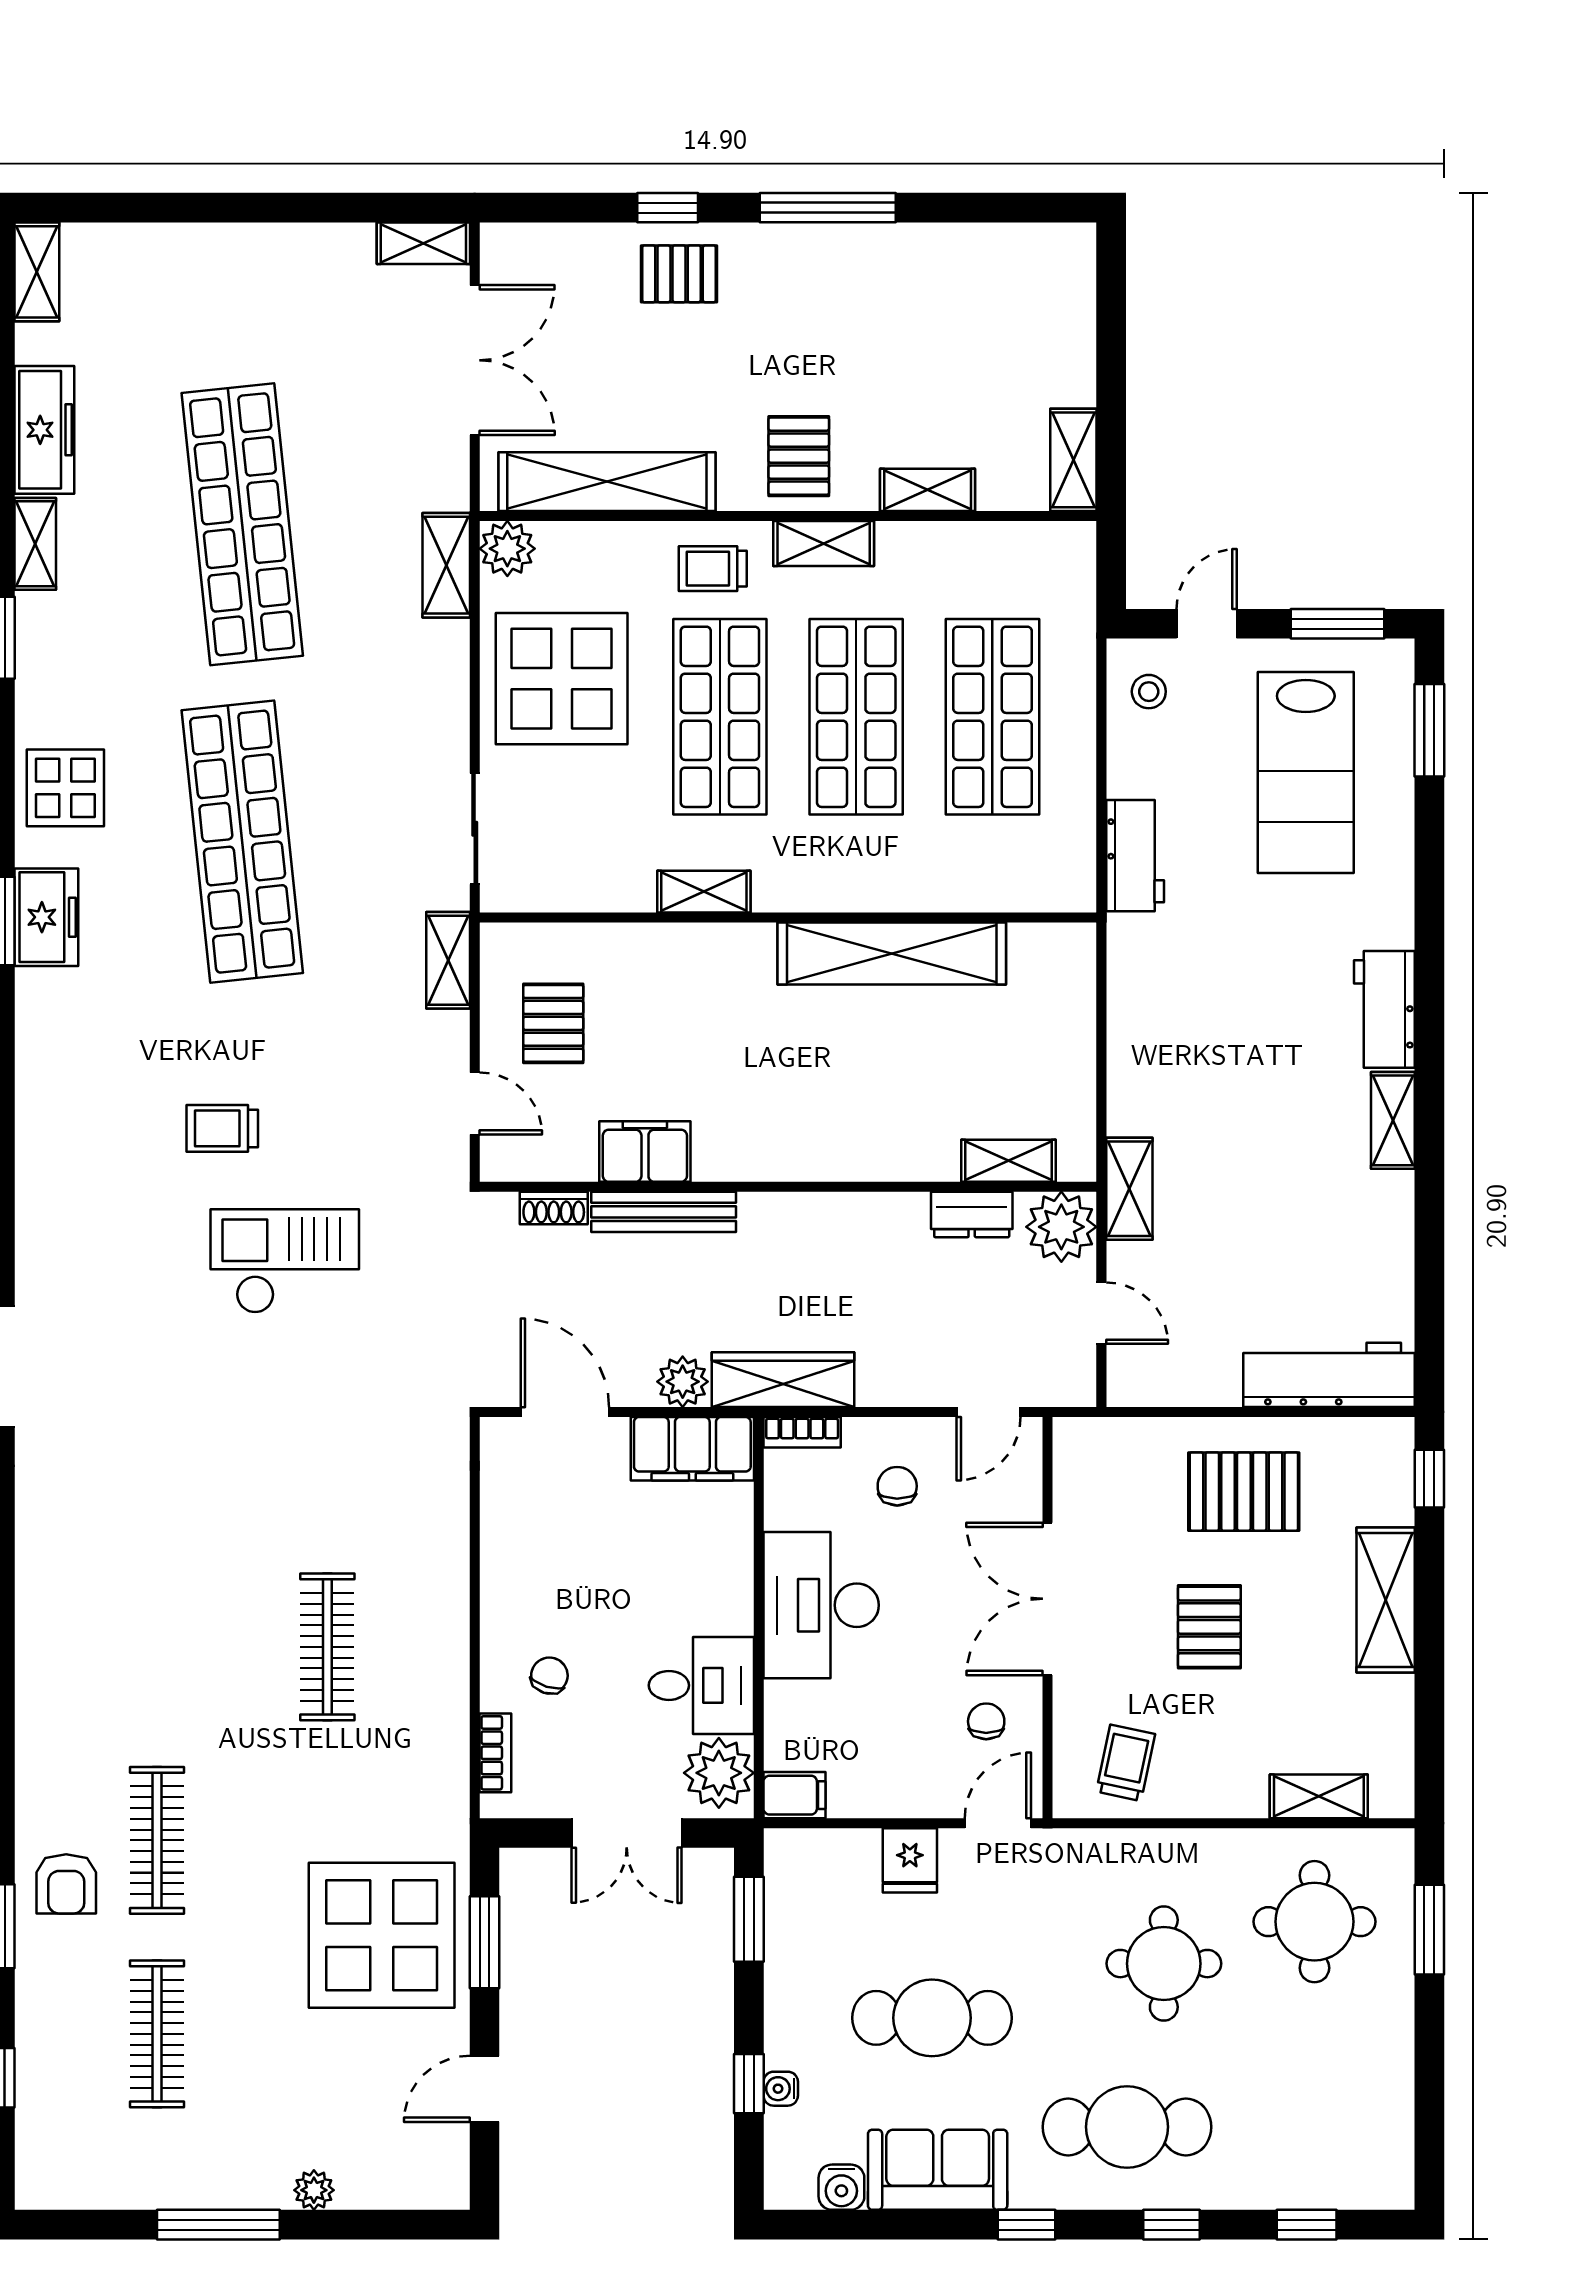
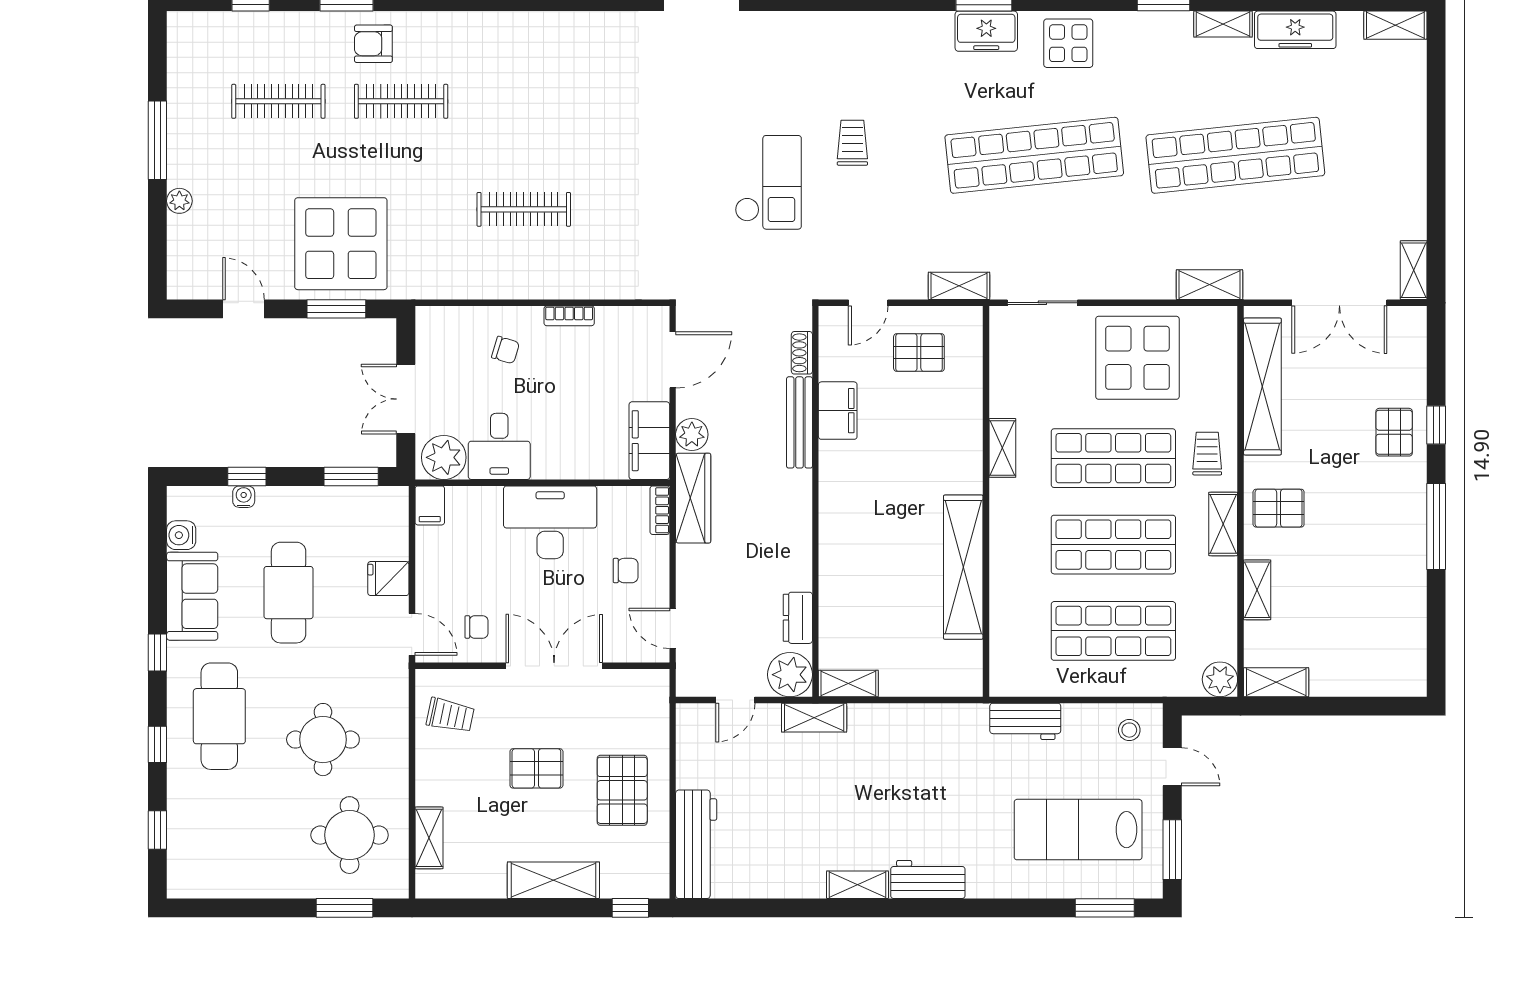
plant: (507, 549) -> (1220, 679), moved
shelving: (1009, 1161) -> (848, 683), moved, turned 90
bookcase: (495, 1753) -> (569, 316), moved

